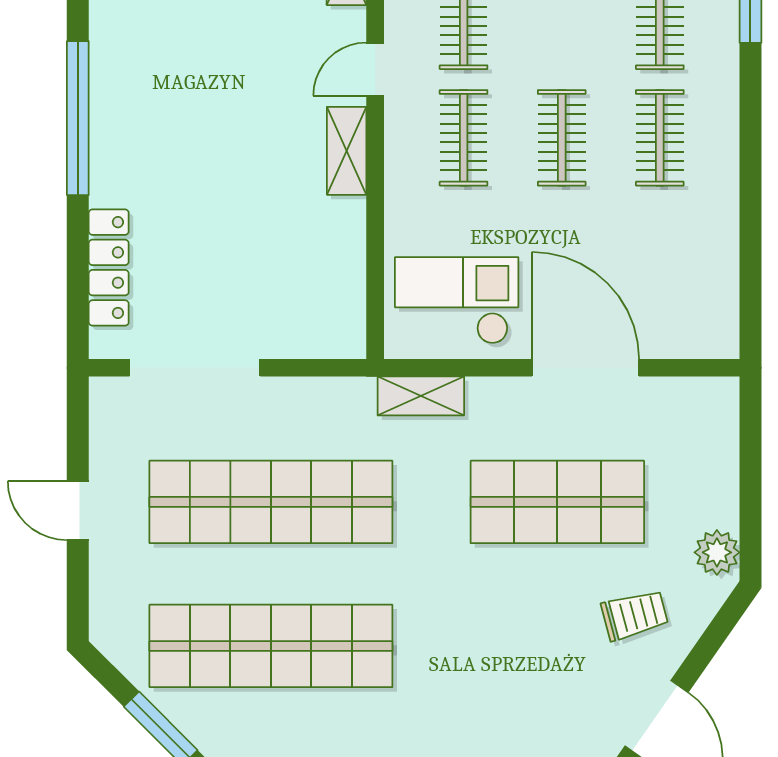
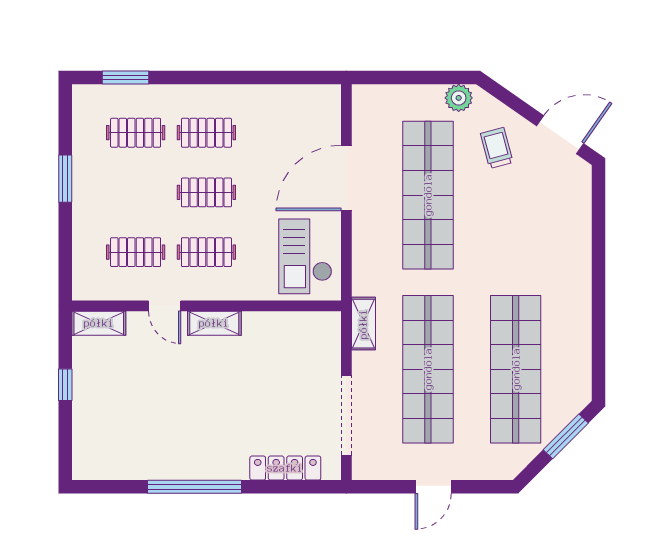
shelving: (421, 396) -> (363, 324), moved
shop shelf: (557, 502) -> (428, 195), width x1.40

